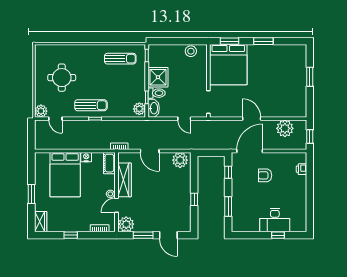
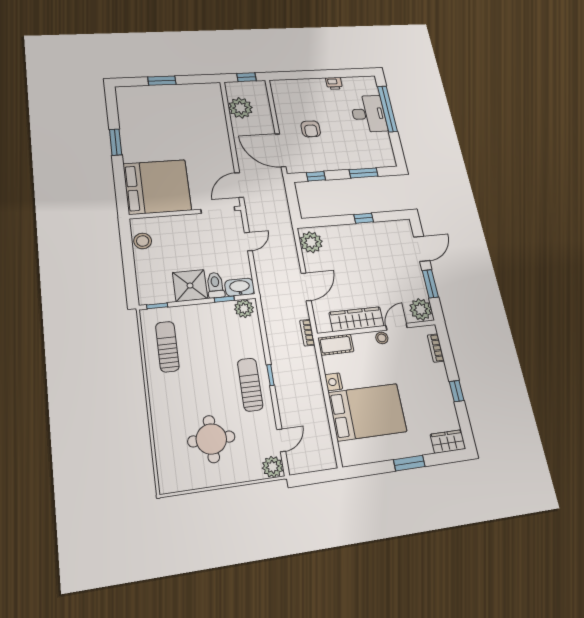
window: (229, 41) -> (121, 188), removed
door: (252, 119) -> (239, 185), moved
printer: (301, 169) -> (334, 83), moved
door: (117, 205) -> (397, 327), swing flipped
window: (278, 235) -> (387, 109), width x3.17

